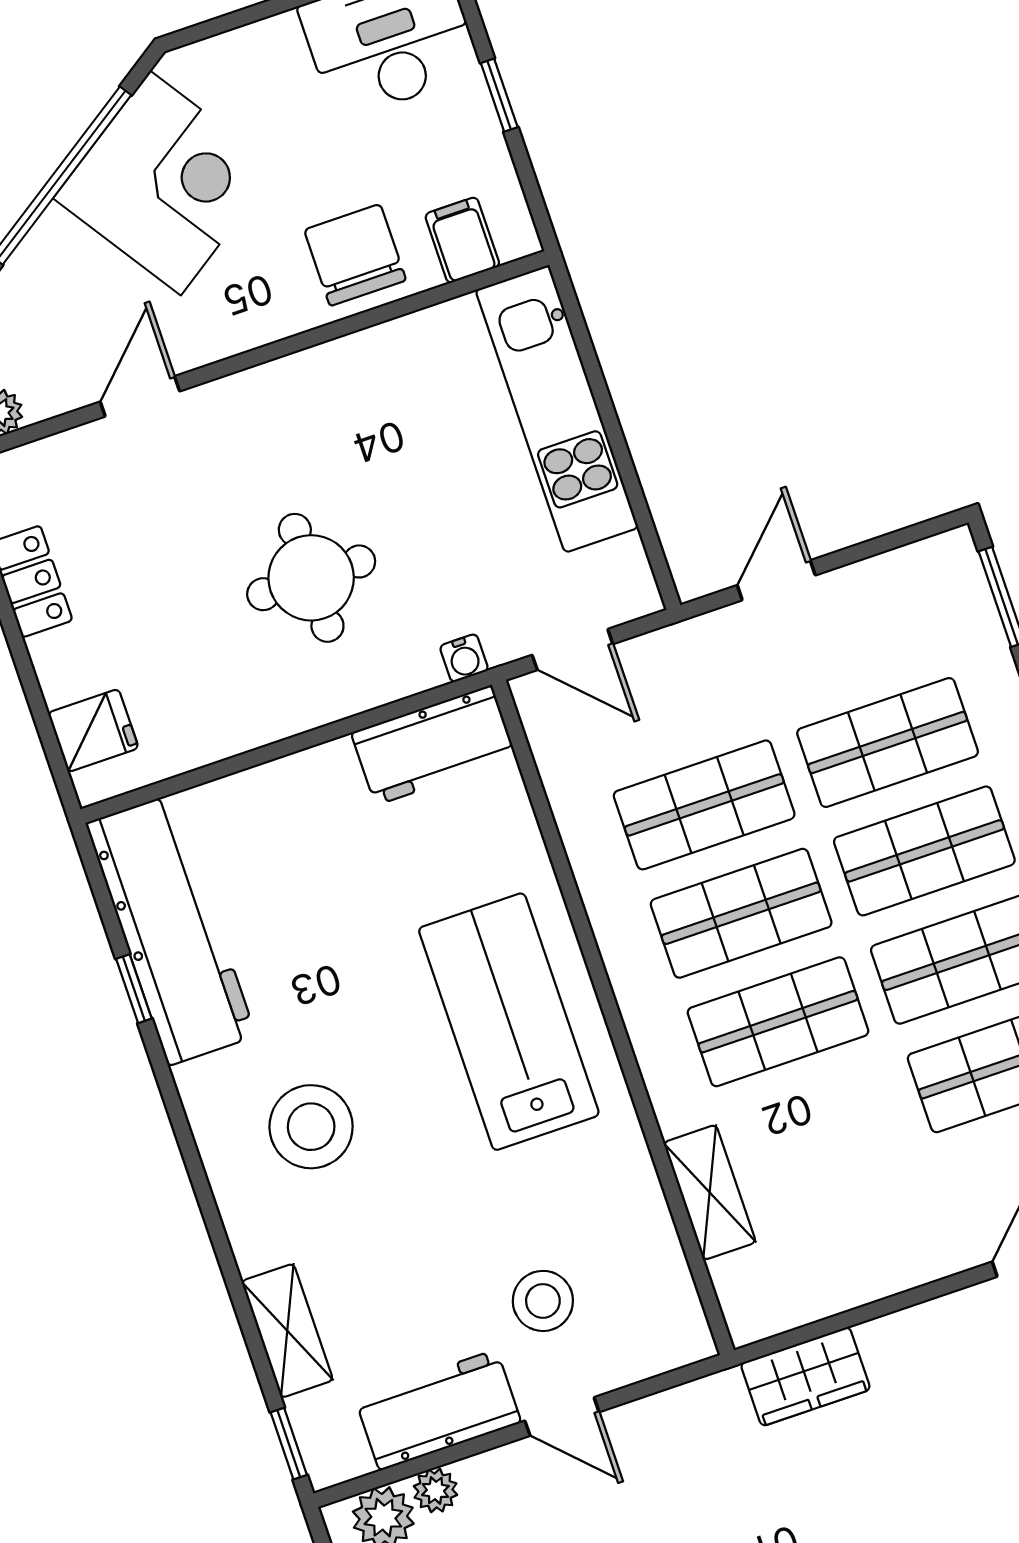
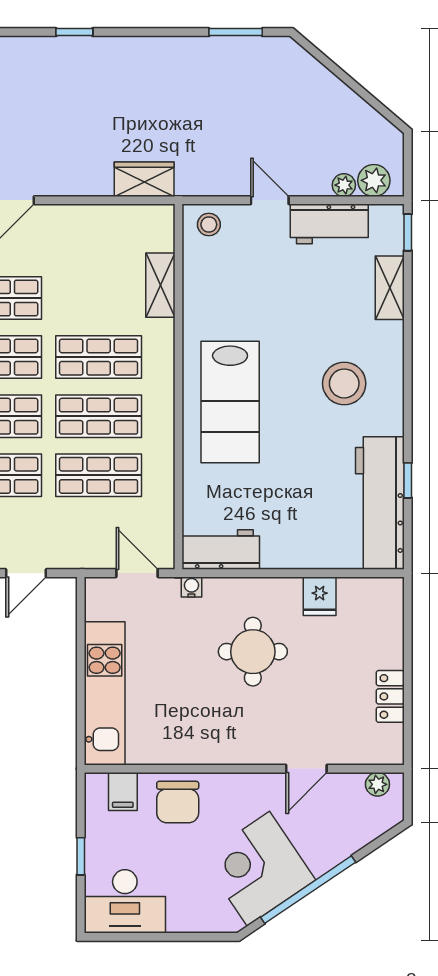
fridge: (93, 730) -> (320, 596), moved, turned -90
stool: (543, 1301) -> (209, 225), moved, width x0.73, depth x0.73

